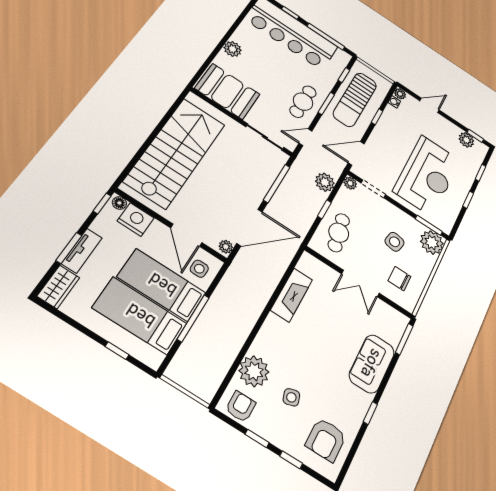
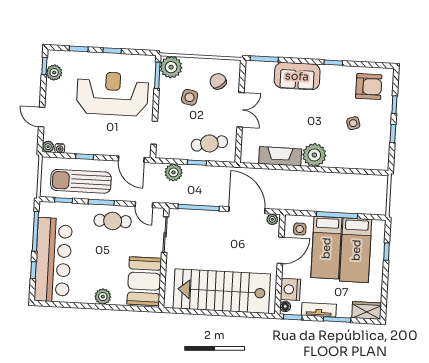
sun lounger: (355, 100) -> (81, 181), turned 180
plant: (350, 183) -> (161, 153), removed
tv unit: (82, 251) -> (319, 310), moved
chair: (399, 279) -> (218, 81), turned 144
plant: (254, 371) -> (314, 155), moved
armchair: (241, 407) -> (378, 154), removed

